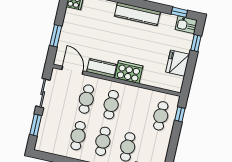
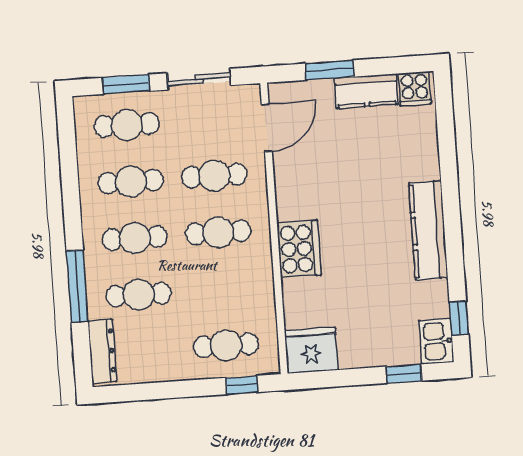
fridge: (178, 63) -> (311, 350), moved
kitchen counter: (102, 68) -> (366, 91), moved, turned 90
cafe table: (53, 130) -> (127, 125), added

